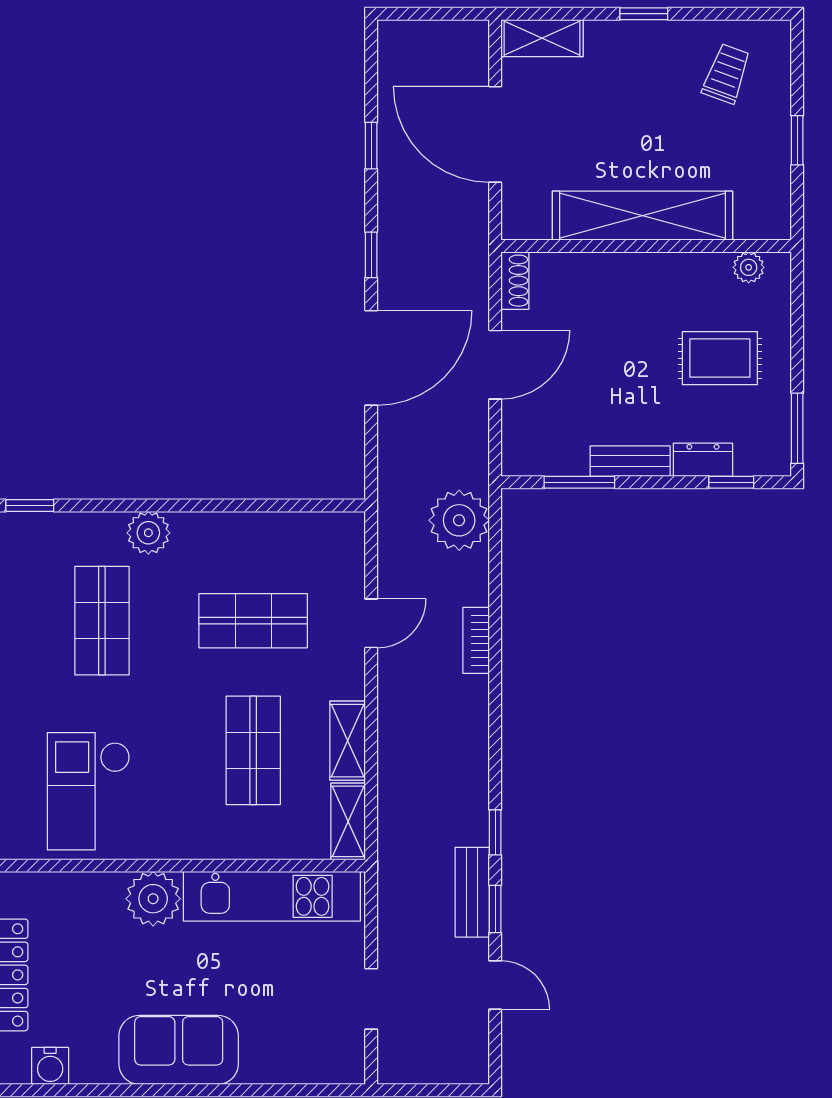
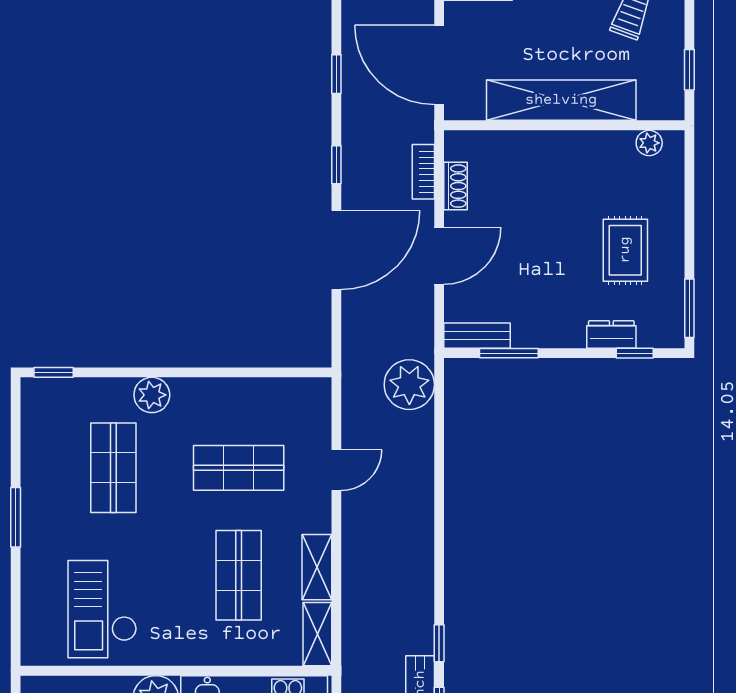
shelving: (642, 216) -> (561, 100), moved
wall: (646, 246) -> (564, 125), moved
plant: (749, 267) -> (649, 143), moved
rug: (720, 358) -> (625, 250), turned 90
bench: (630, 461) -> (477, 336), moved
bookcase: (476, 640) -> (423, 172), moved

